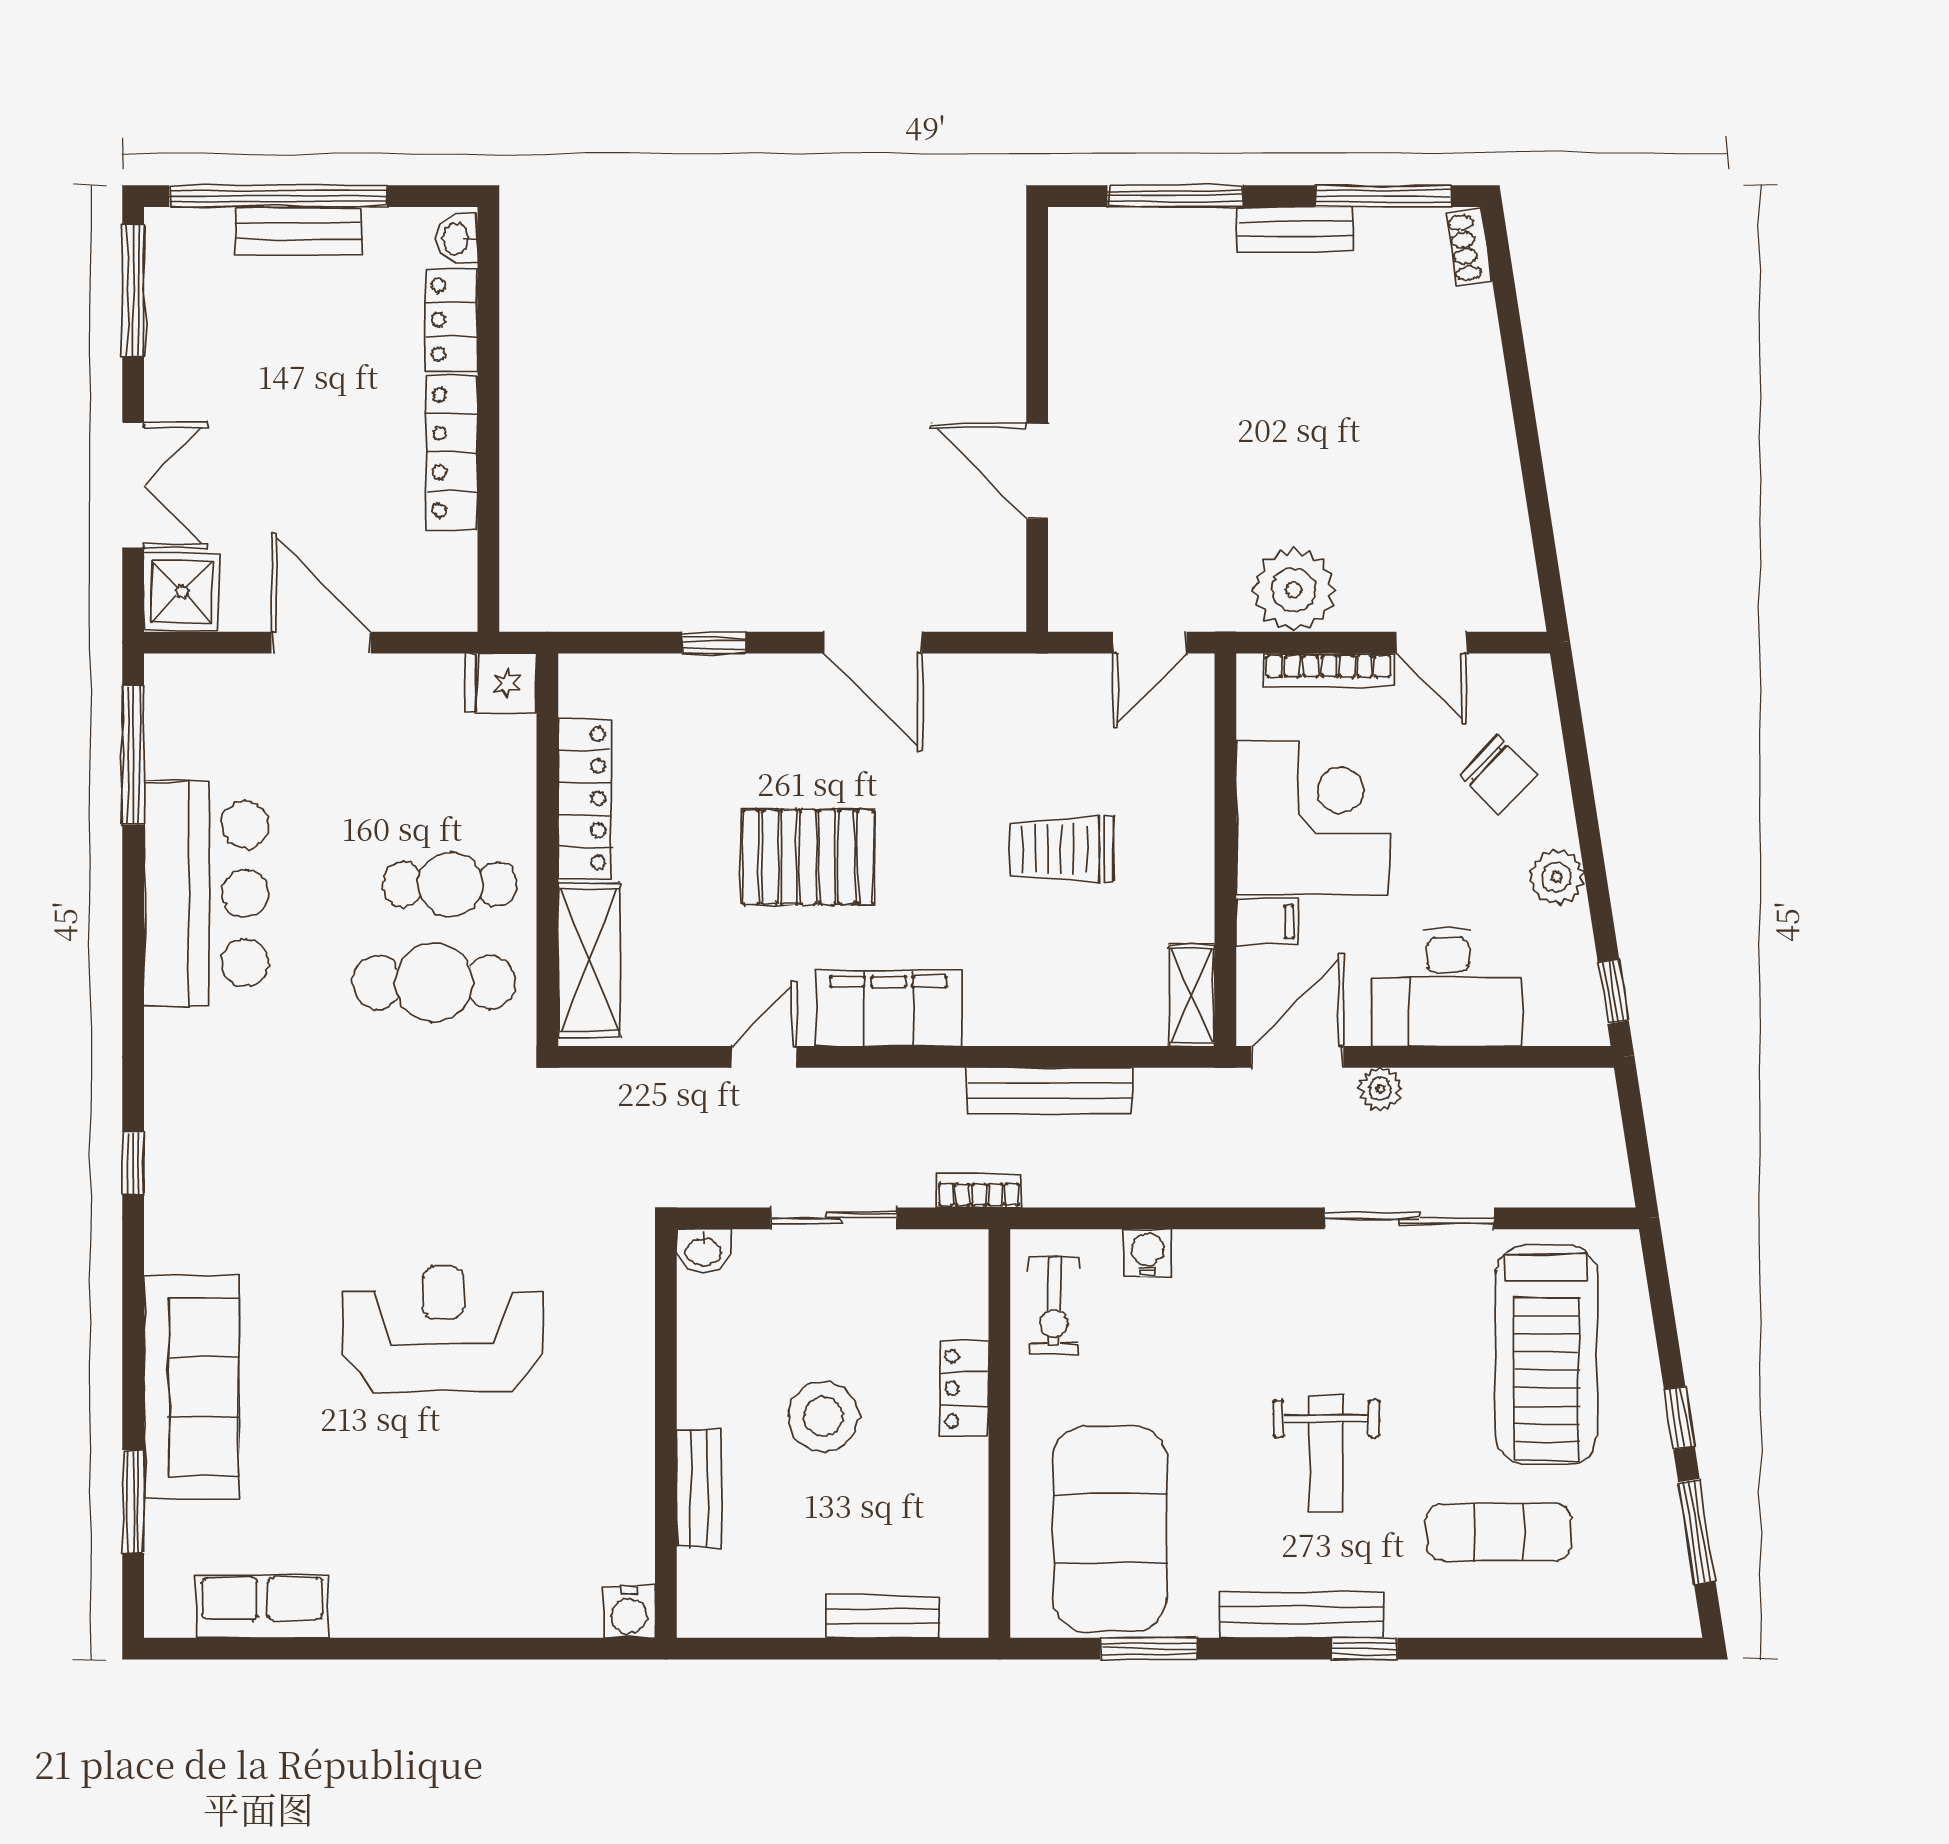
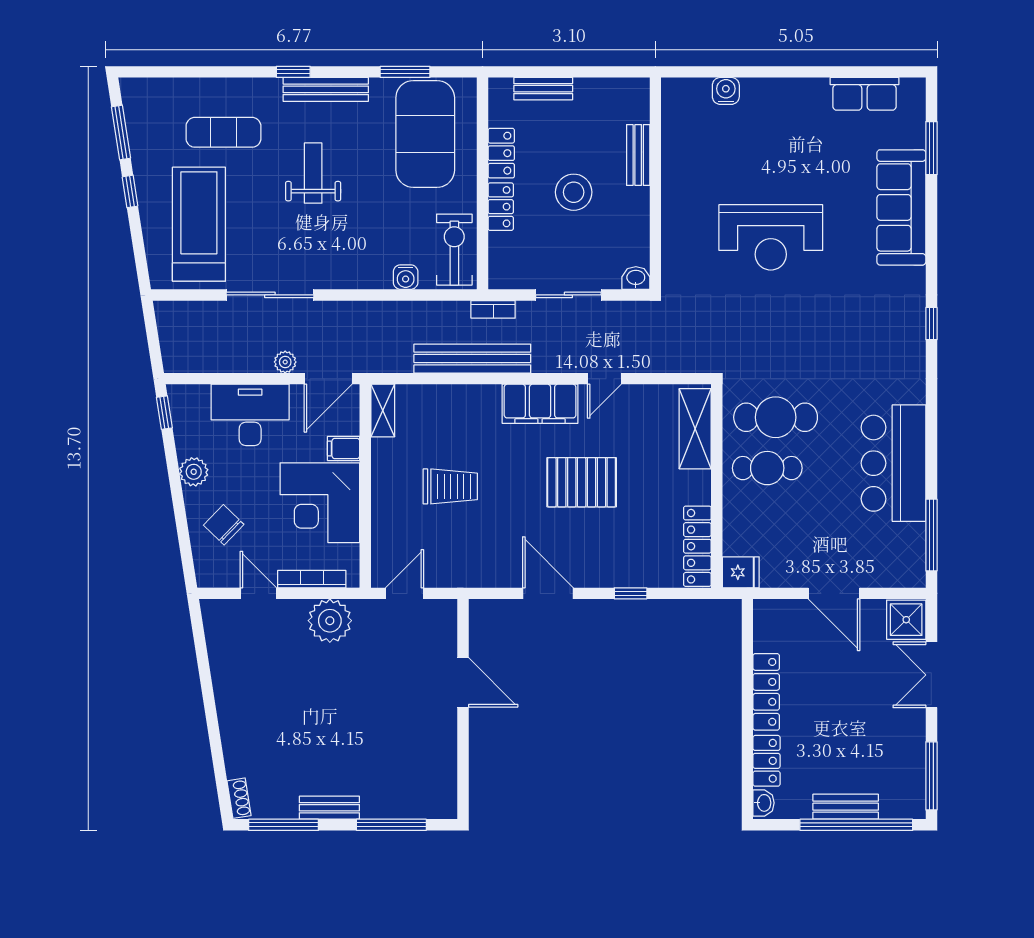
locker: (585, 798) -> (697, 546), moved
bench: (1049, 1091) -> (472, 359), width x1.37, depth x1.21
exercise bike: (1054, 1306) -> (454, 250), width x1.38, depth x1.39
locker: (963, 1492) -> (501, 153), added
water cooler: (629, 1612) -> (726, 91), moved

